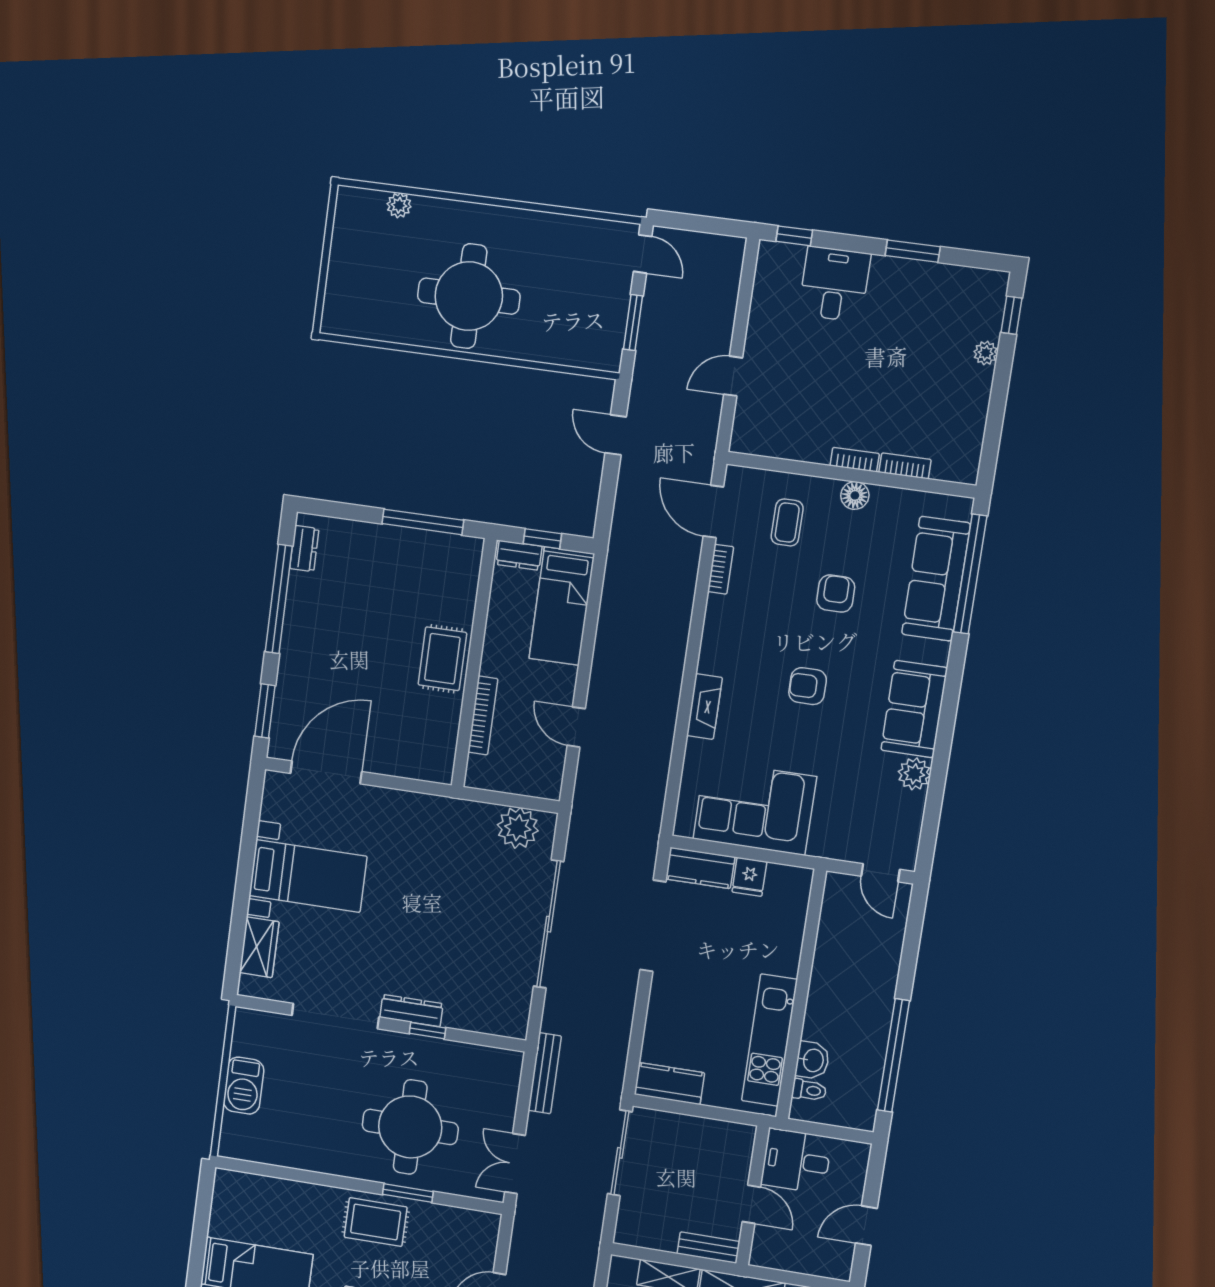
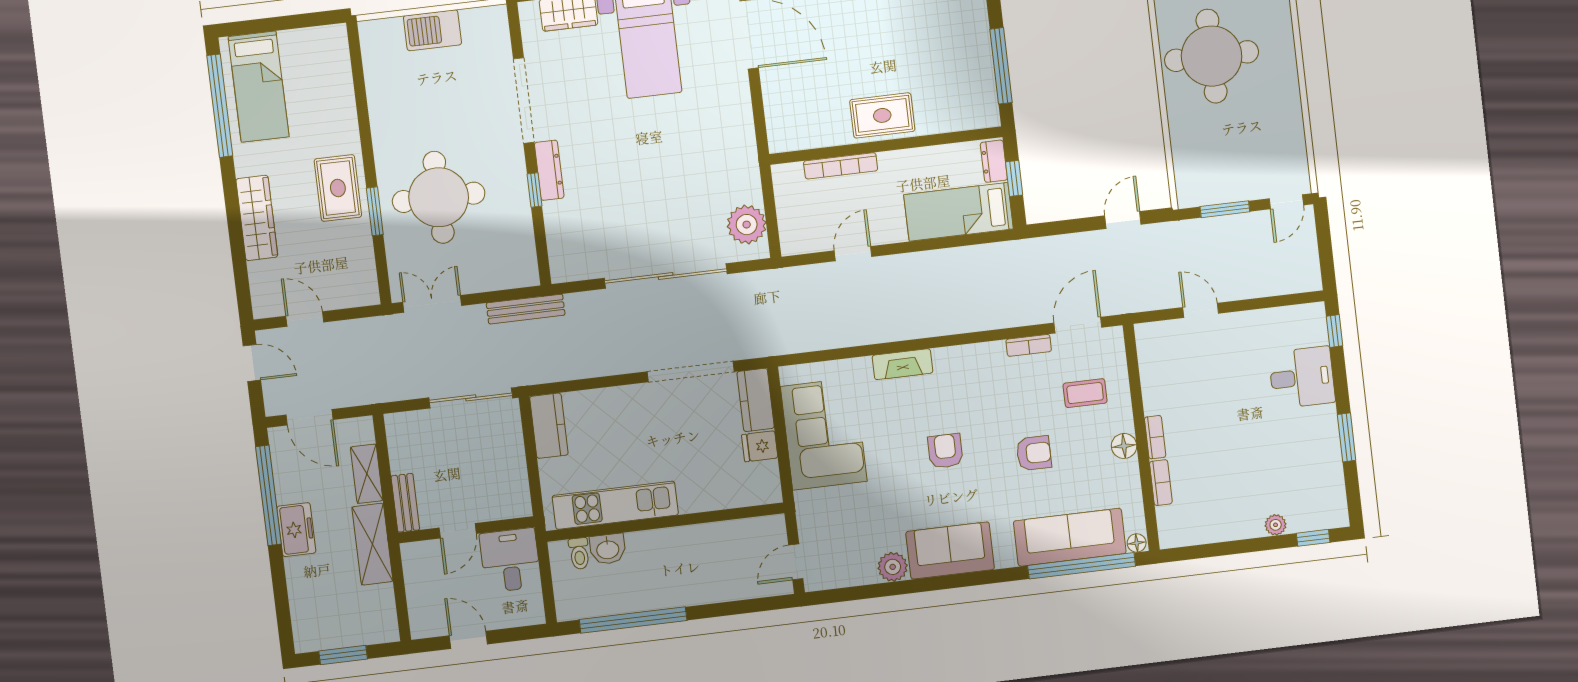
floor lamp: (962, 509) -> (1137, 543), added

